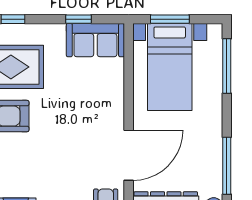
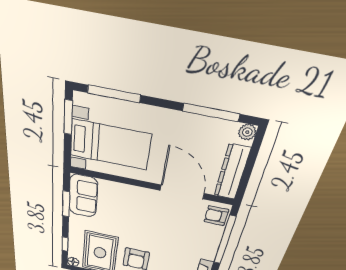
window: (79, 19) -> (66, 204), width x1.50
window: (170, 19) -> (68, 117), moved

